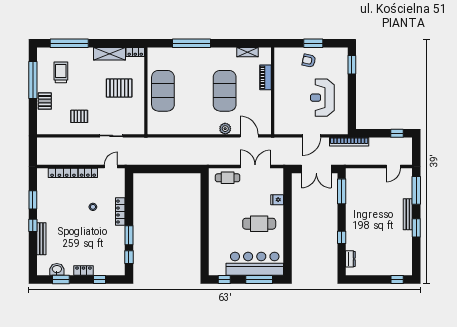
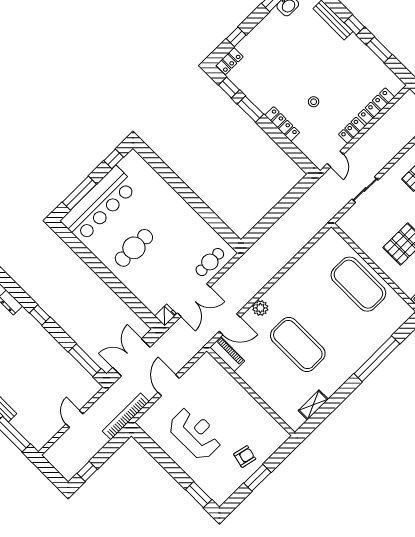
piano: (266, 77) -> (227, 354), moved
door: (393, 166) -> (75, 419), moved
fridge: (277, 200) -> (166, 315), moved
locker: (83, 270) -> (230, 61), moved

